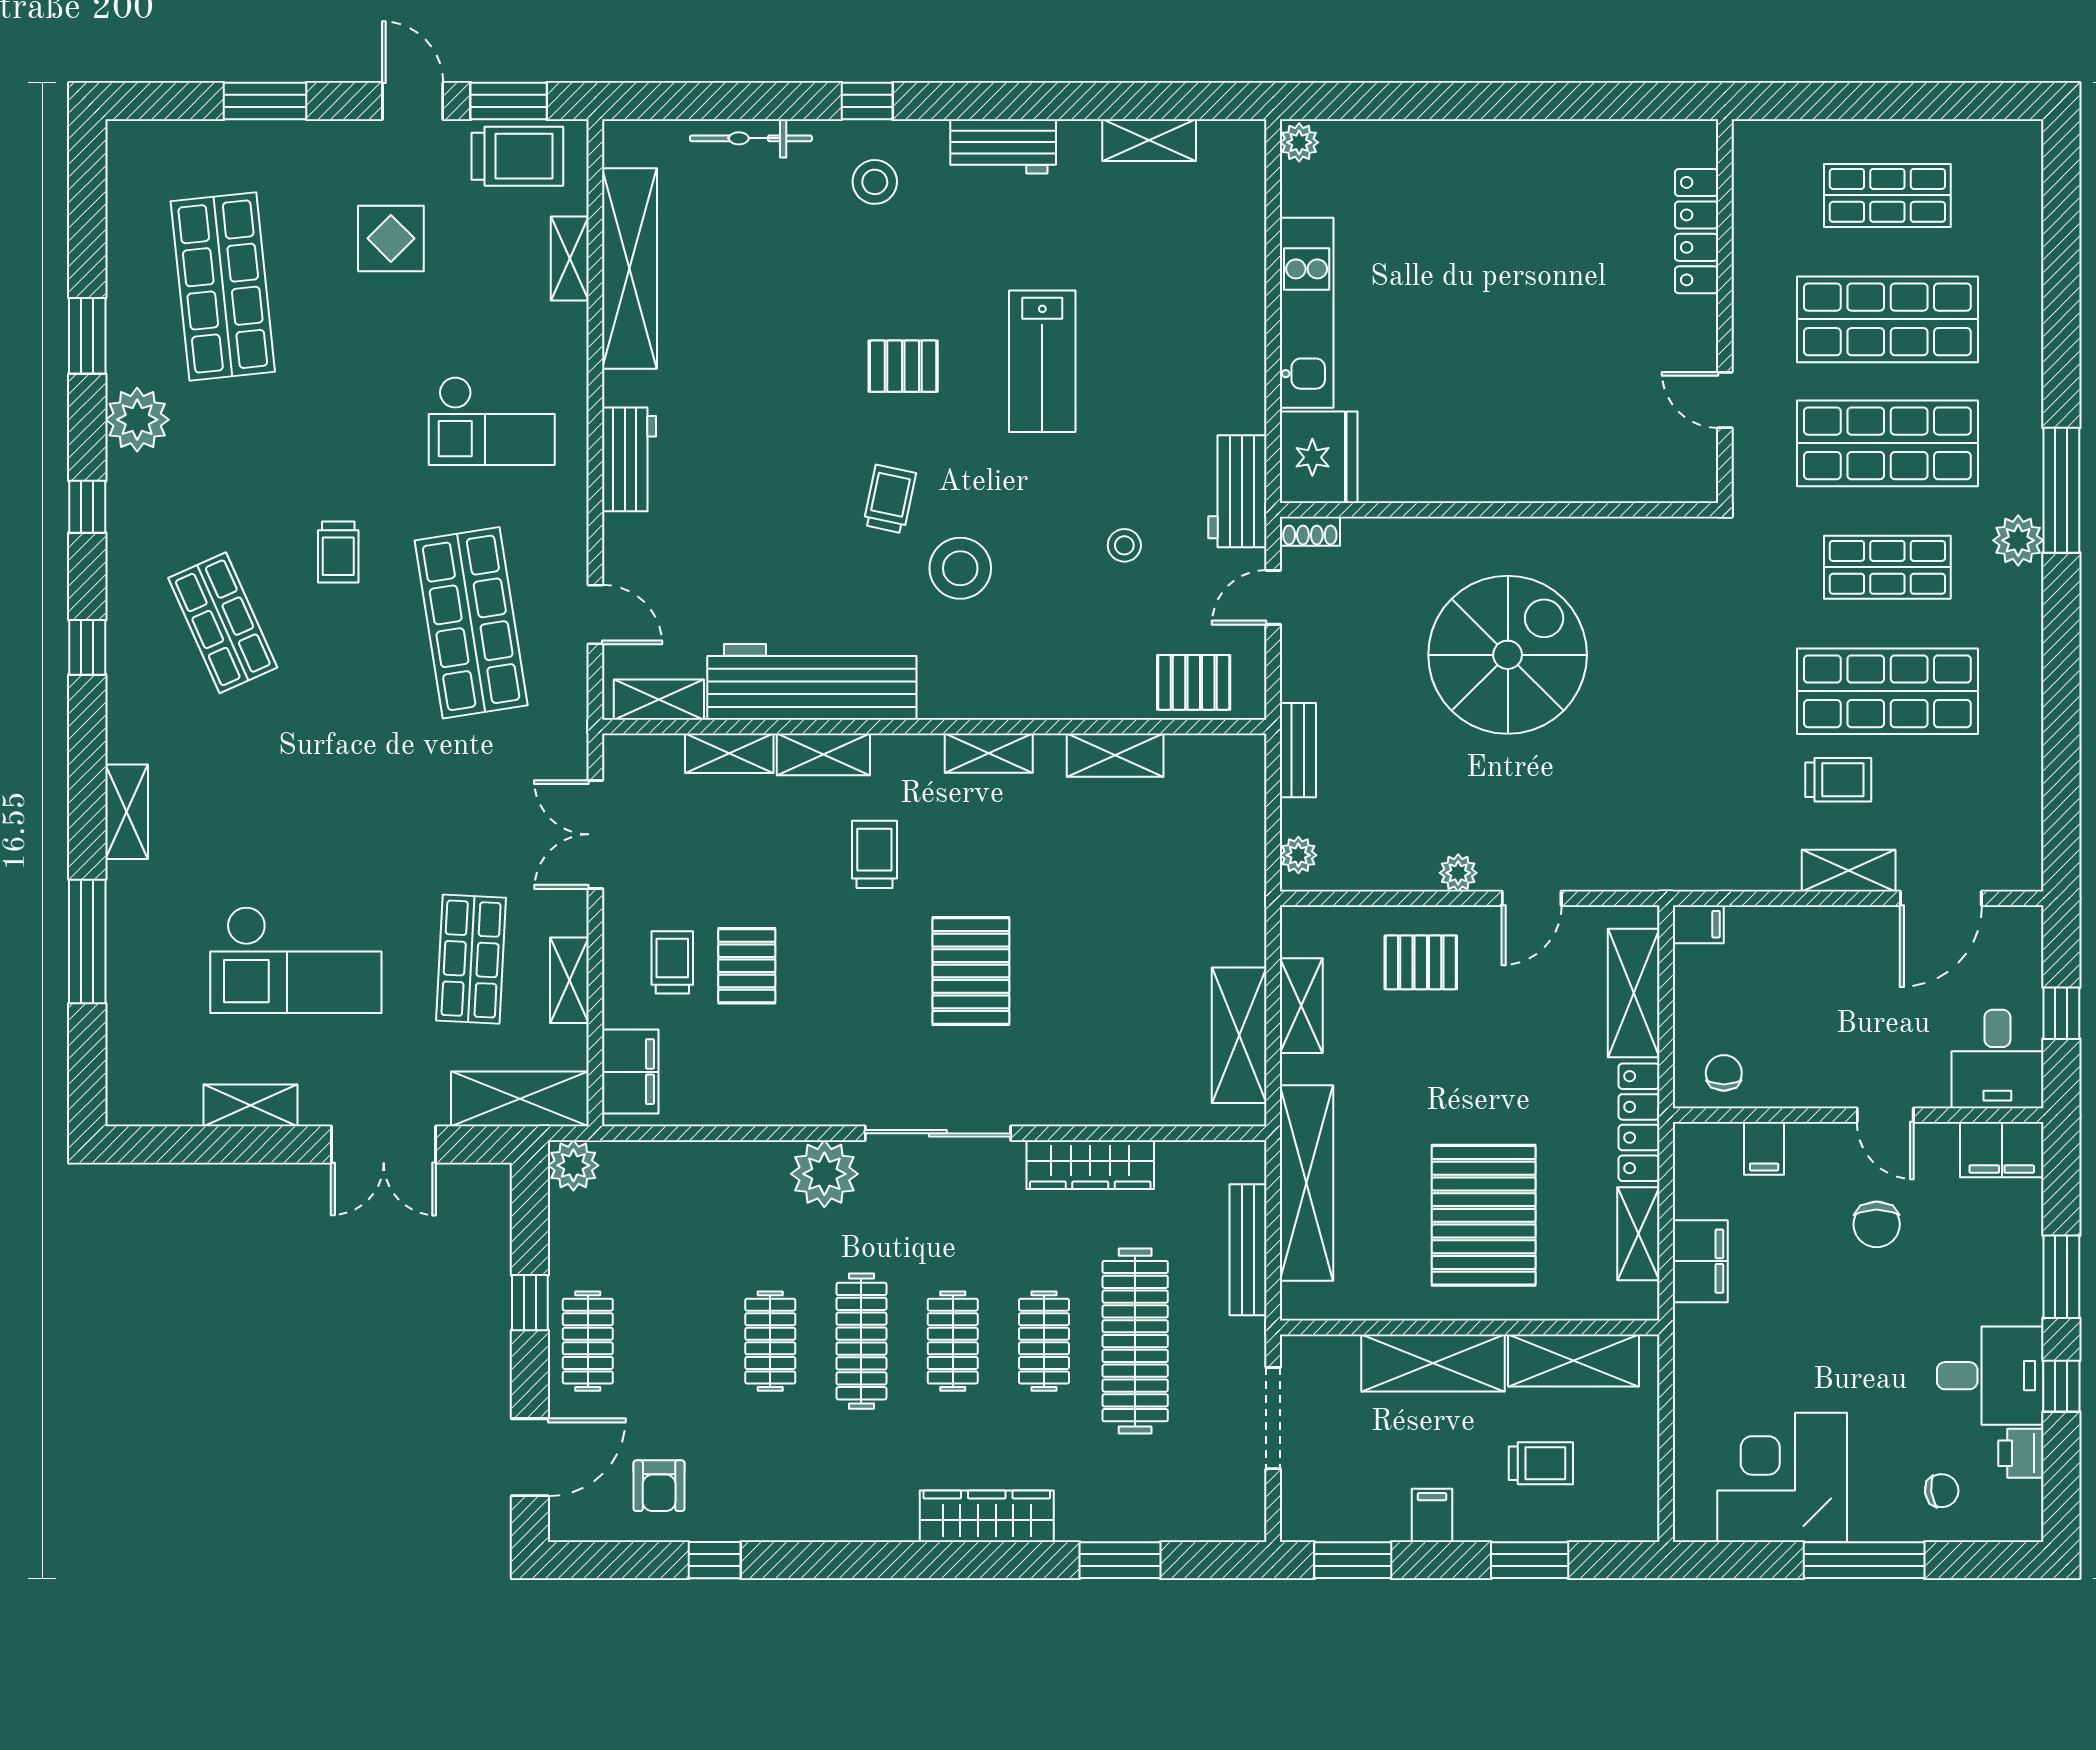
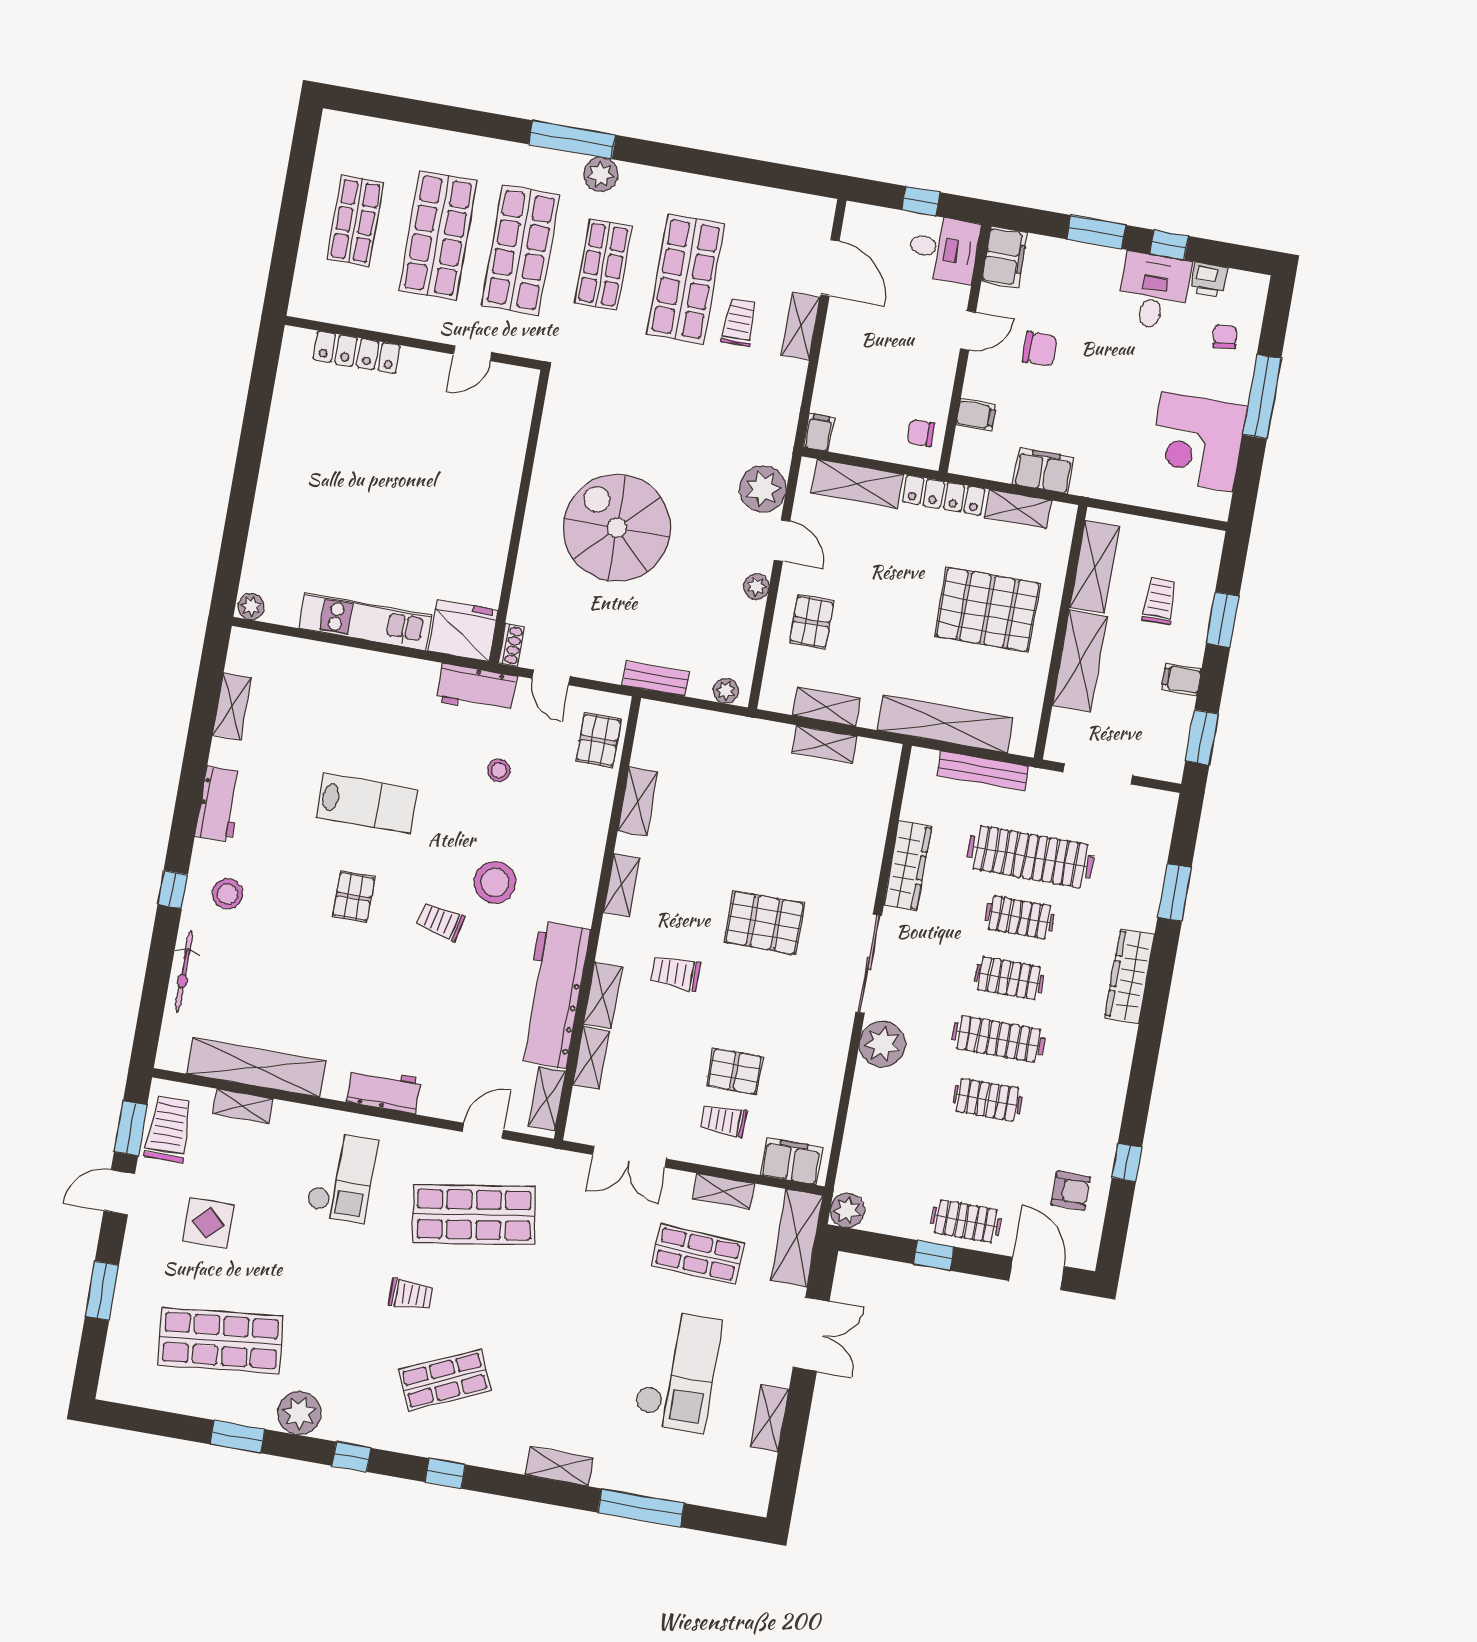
plant: (1602, 857) -> (763, 489), added
shelving: (1239, 1035) -> (825, 744), width x0.67, depth x0.75

